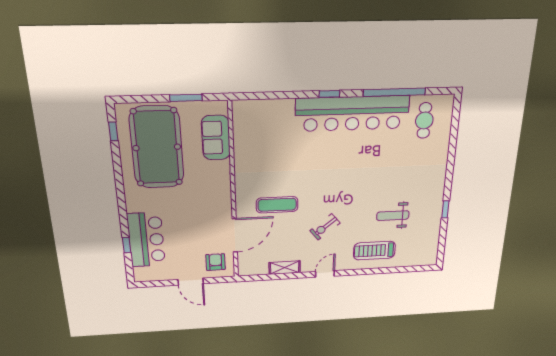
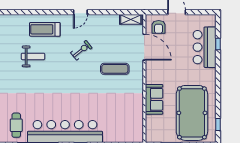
sofa: (216, 138) -> (154, 99), moved
door: (235, 235) -> (144, 47), swing flipped
treadmill: (374, 251) -> (45, 29), turned 180
shelving: (285, 268) -> (131, 19), moved

